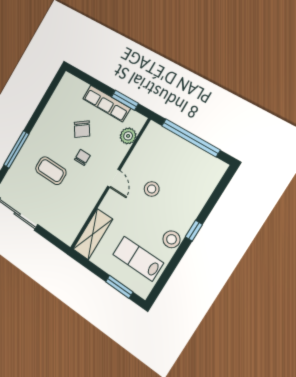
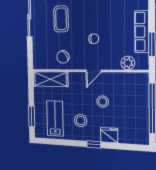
chair: (82, 129) -> (63, 57), moved
coffee table: (51, 171) -> (61, 19), moved
fridge: (193, 205) -> (109, 135), added
stool: (171, 239) -> (81, 120), moved

